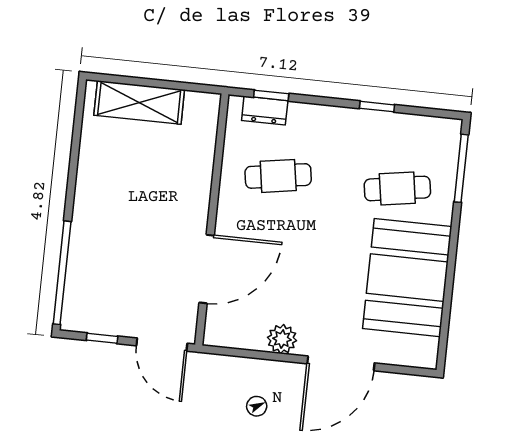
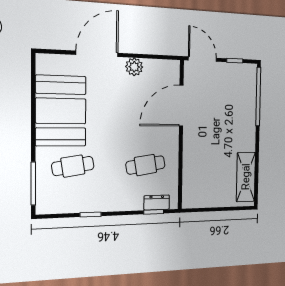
shelving: (139, 102) -> (246, 177), moved, turned 90

